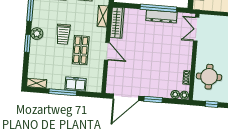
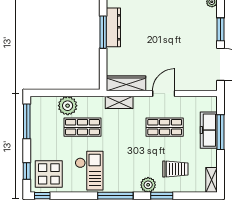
window: (158, 8) -> (103, 32), width x0.68
trolley: (63, 34) -> (175, 169), moved
freezer: (76, 84) -> (209, 130), width x1.40
window: (63, 92) -> (220, 132), moved

